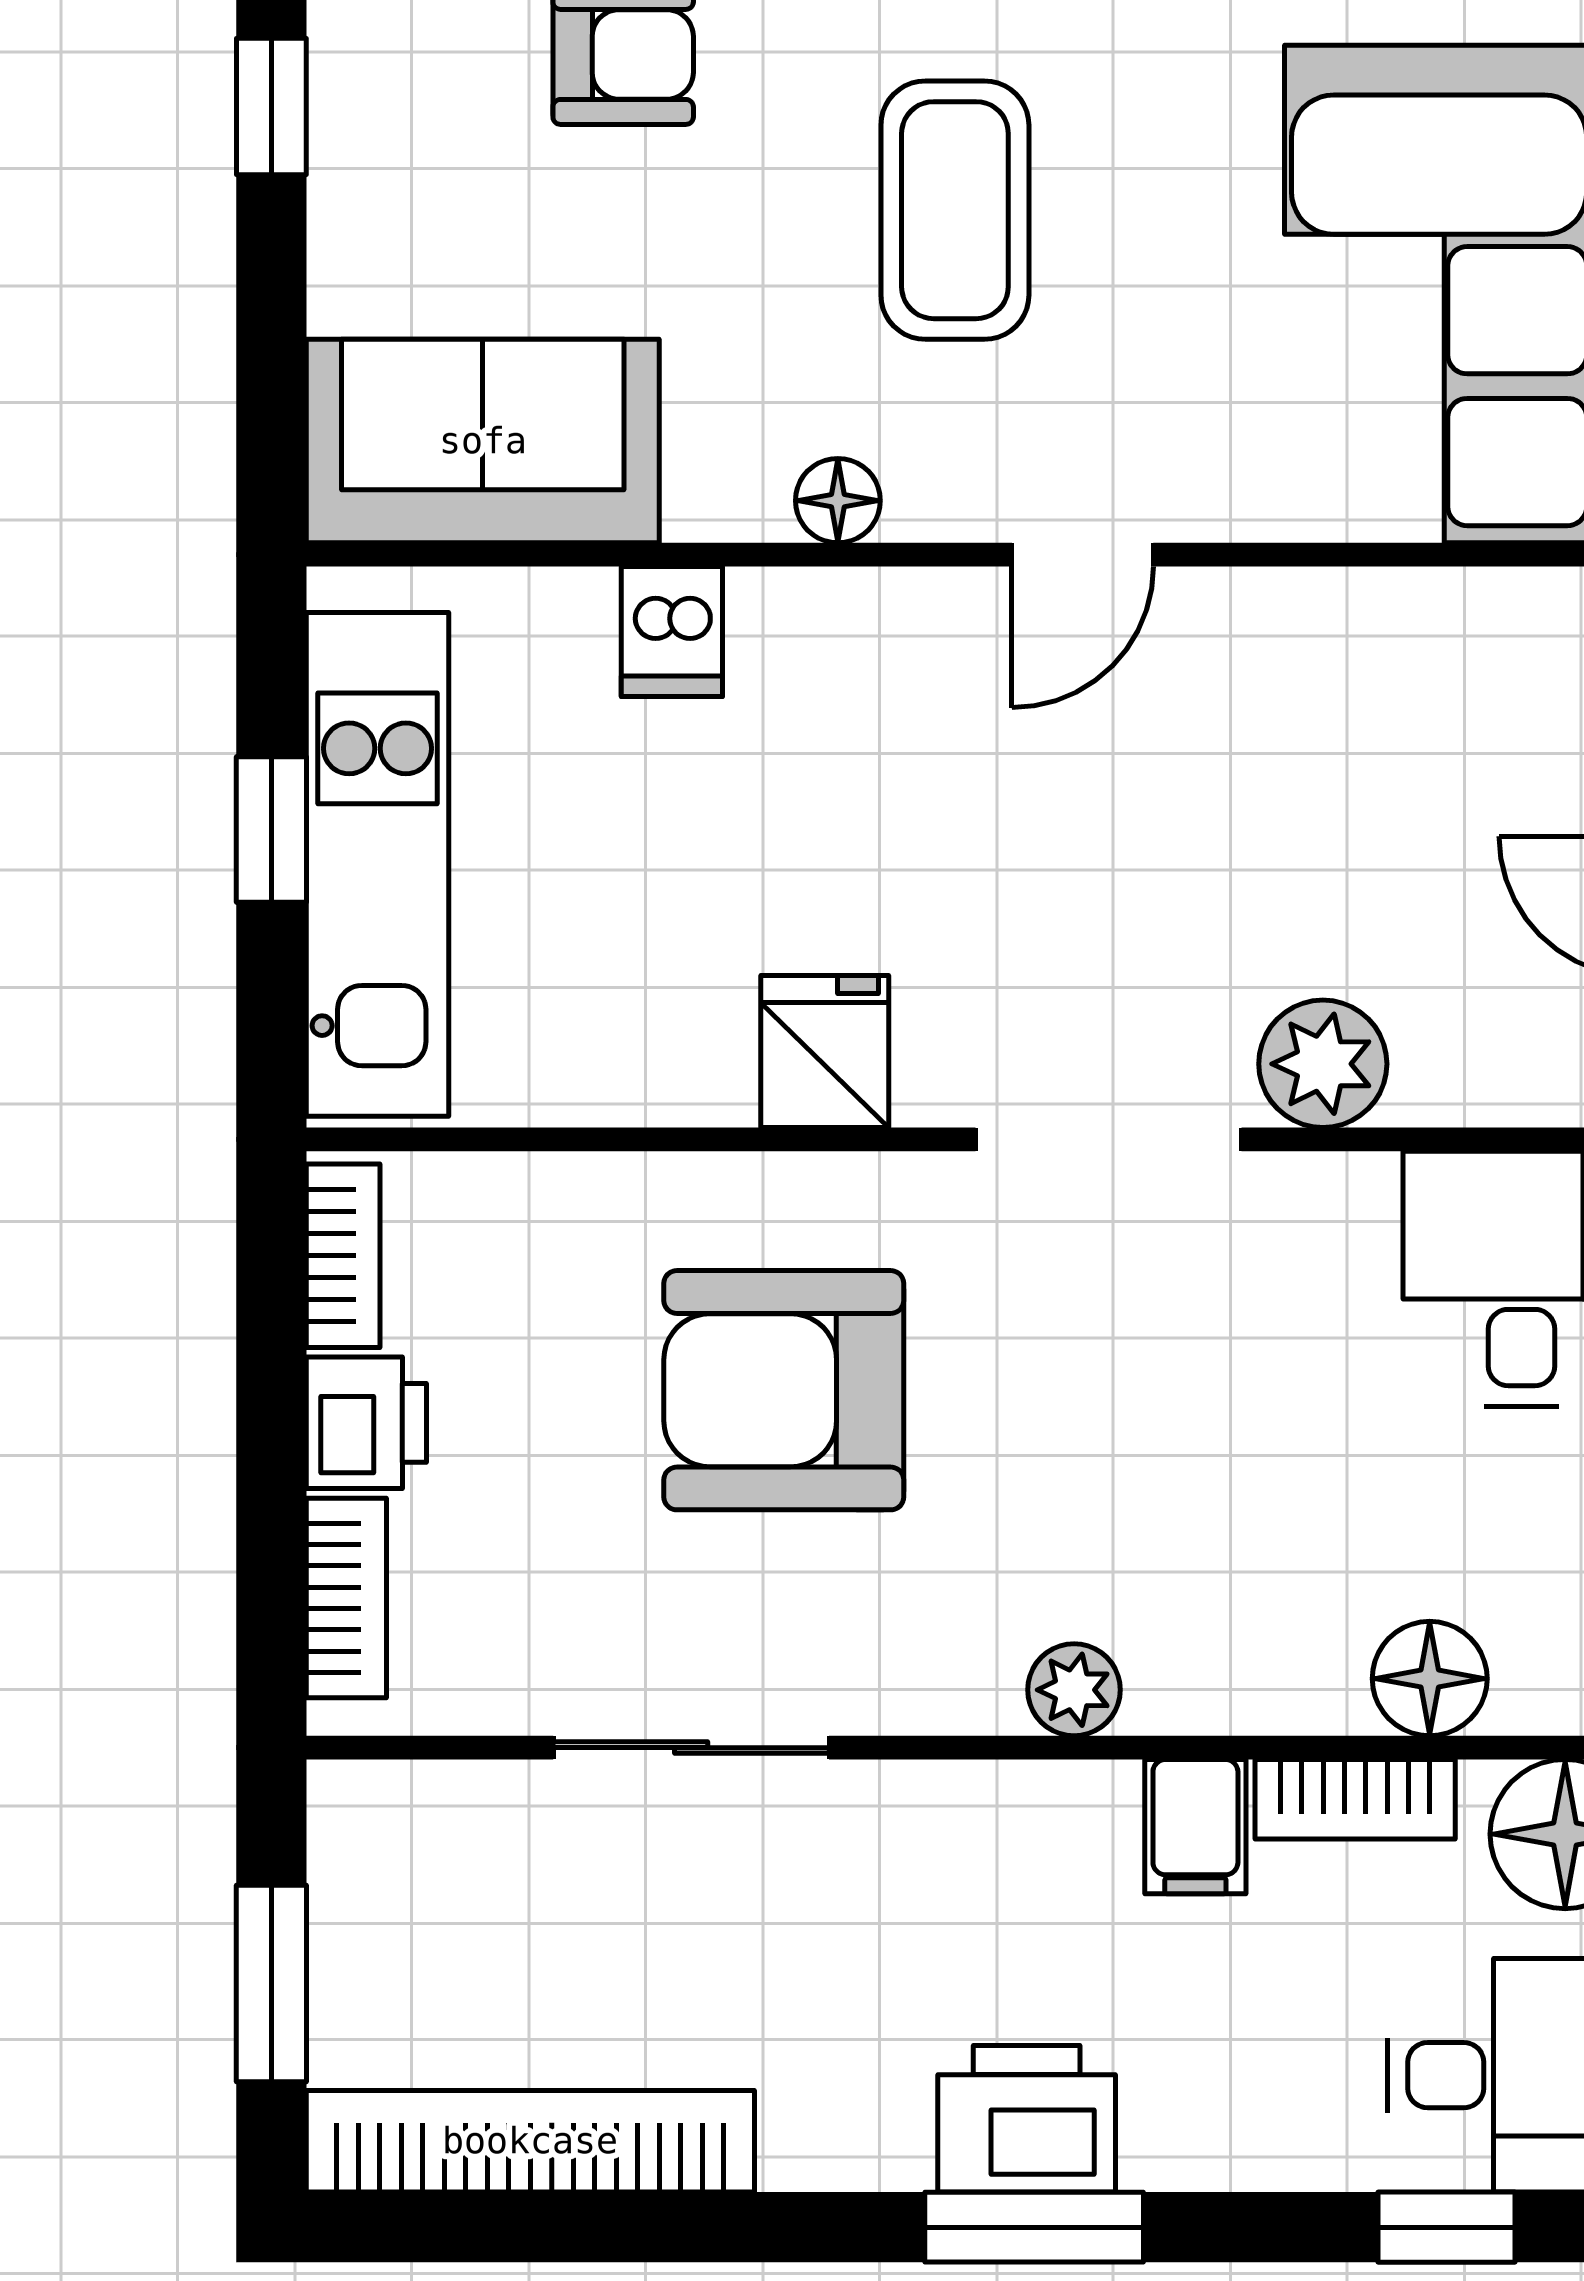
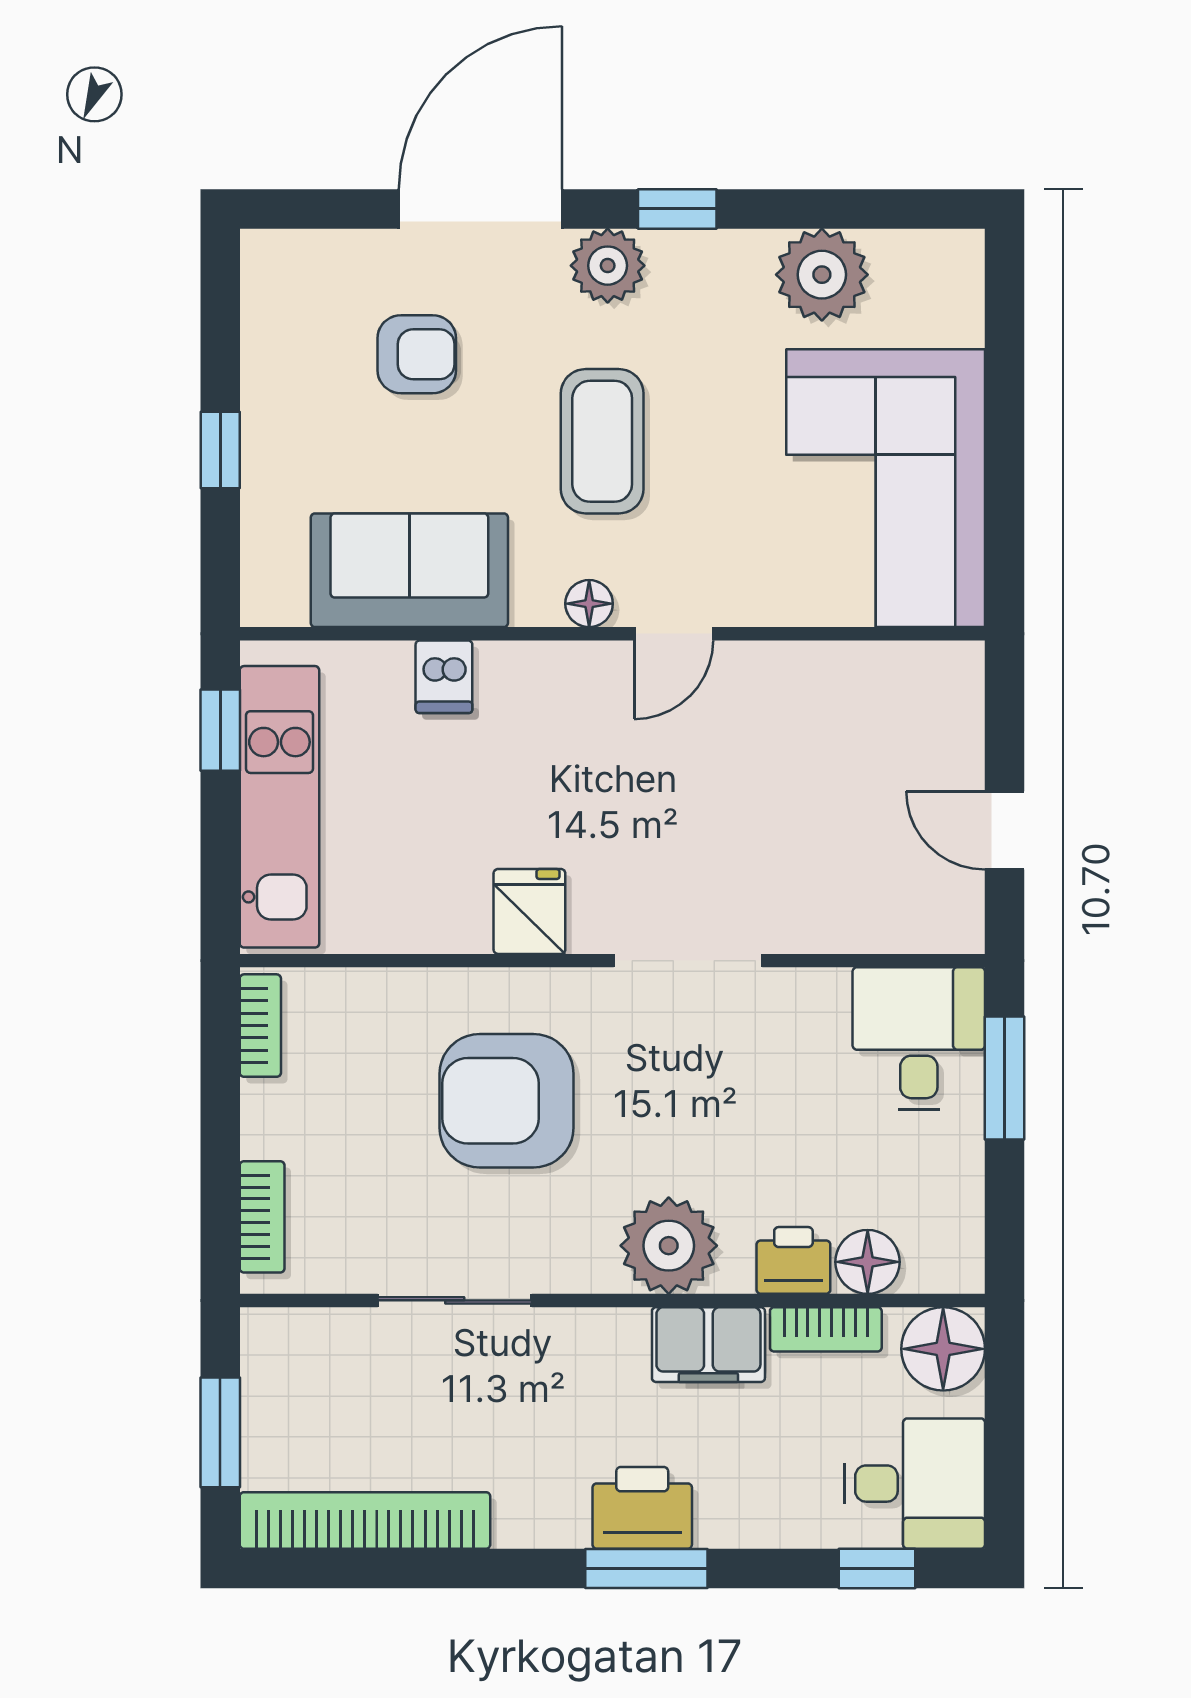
window: (271, 107) -> (220, 450), moved
sofa: (483, 441) -> (409, 570), moved
floor lamp: (838, 501) -> (589, 604), moved
window: (271, 829) -> (220, 730), moved
plant: (1323, 1064) -> (808, 918), removed
printer: (366, 1423) -> (793, 1260), moved, turned -90
plant: (1074, 1690) -> (669, 1246), width x1.87, depth x1.87
filing cabinet: (1195, 1827) -> (708, 1345), width x2.00

